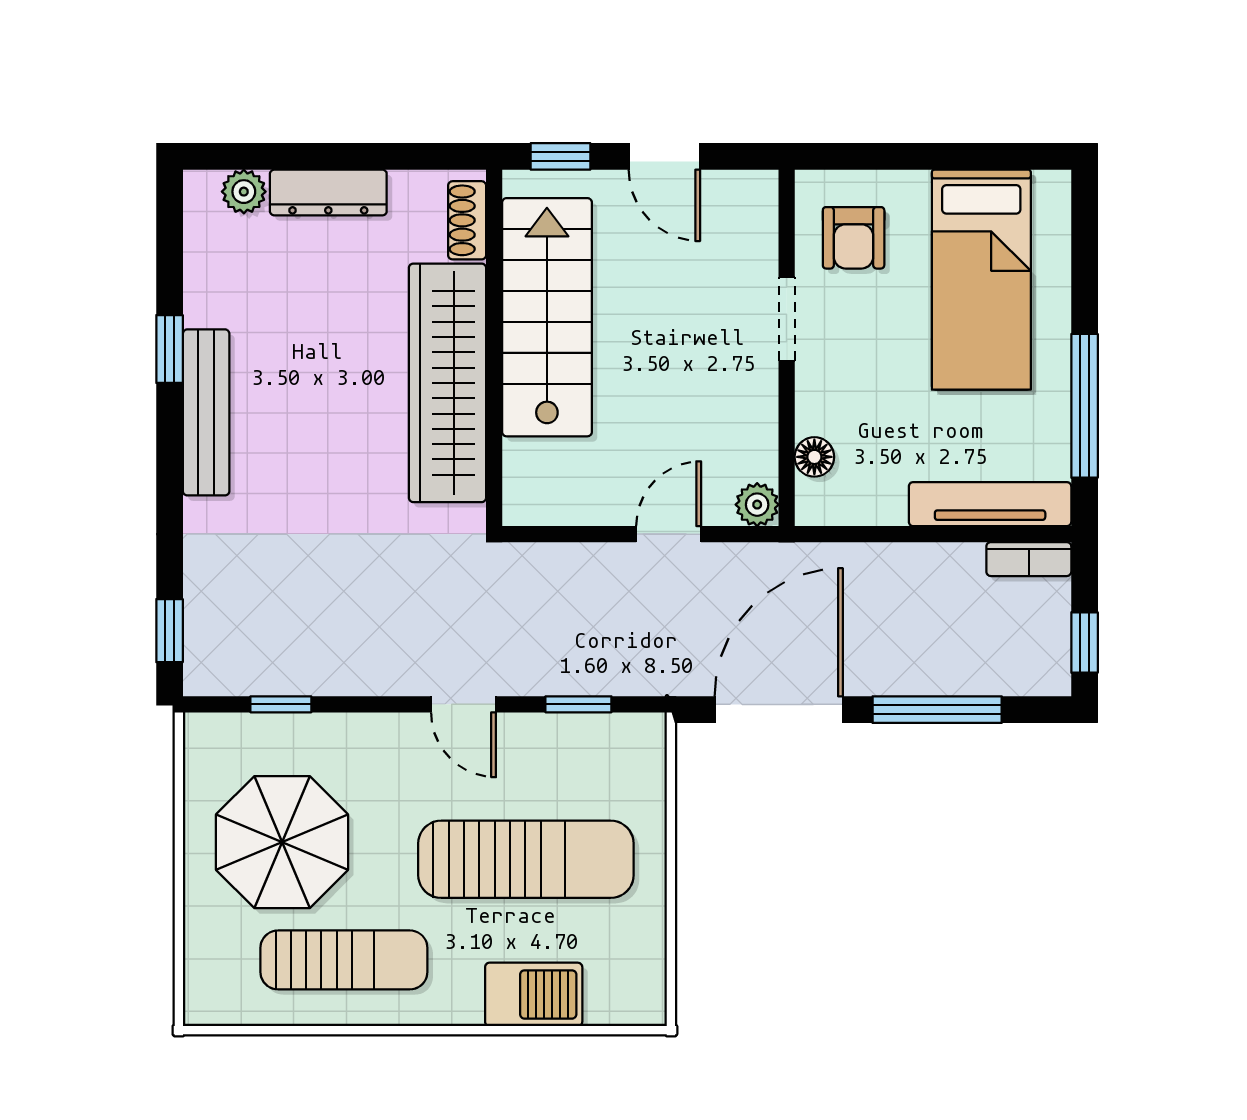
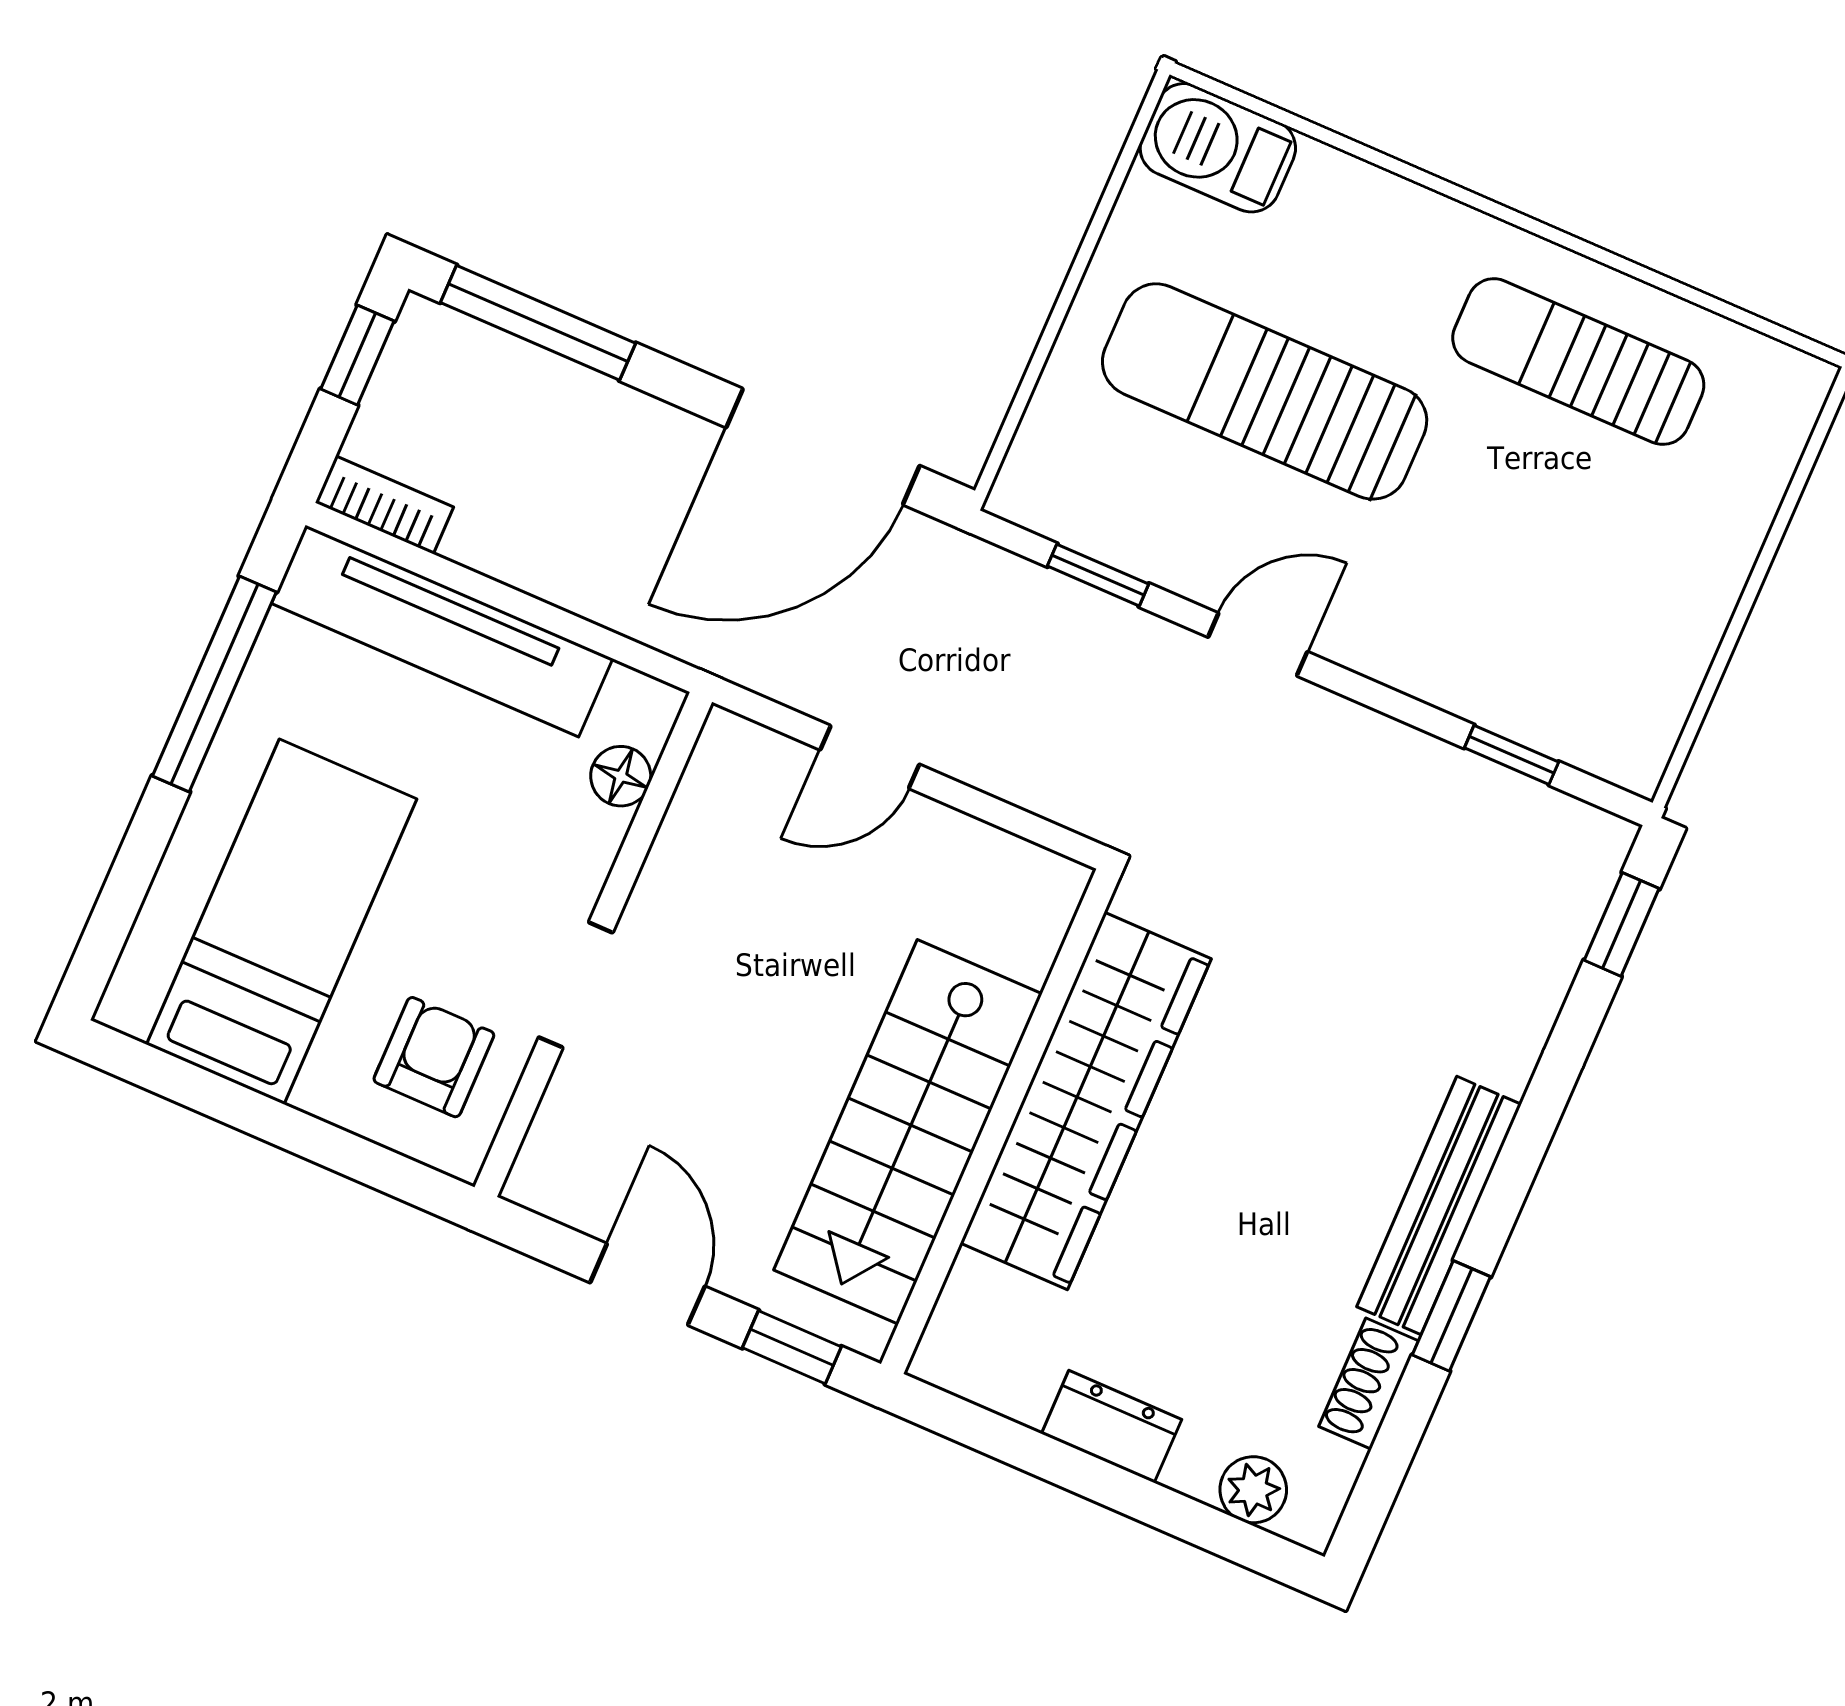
dresser: (328, 193) -> (1112, 1427), width x0.70
shoe rack: (467, 220) -> (1369, 1384), moved, turned 180
tv unit: (990, 504) -> (442, 631), width x1.36, depth x1.29
plant: (757, 505) -> (729, 745), removed
door: (463, 704) -> (1258, 644), hinge flipped
window: (937, 710) -> (538, 323), moved
parasol: (282, 842) -> (1593, 563), removed
barbecue: (534, 994) -> (1218, 148), moved

